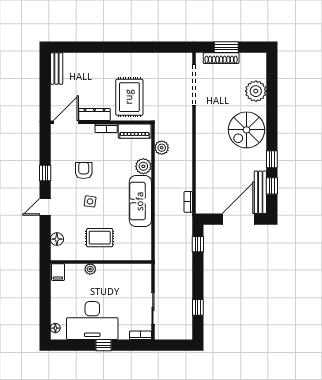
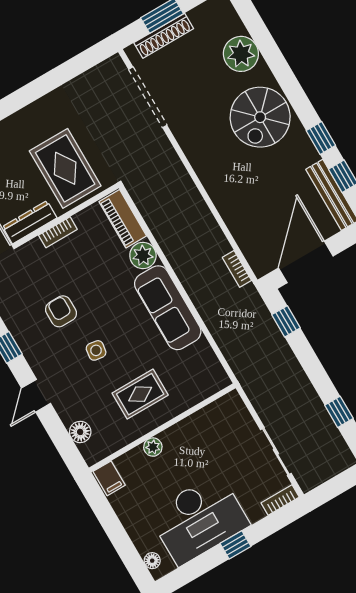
piano: (135, 131) -> (123, 219), moved, turned 90
plant: (162, 148) -> (154, 214), removed
door: (238, 219) -> (306, 262), moved

